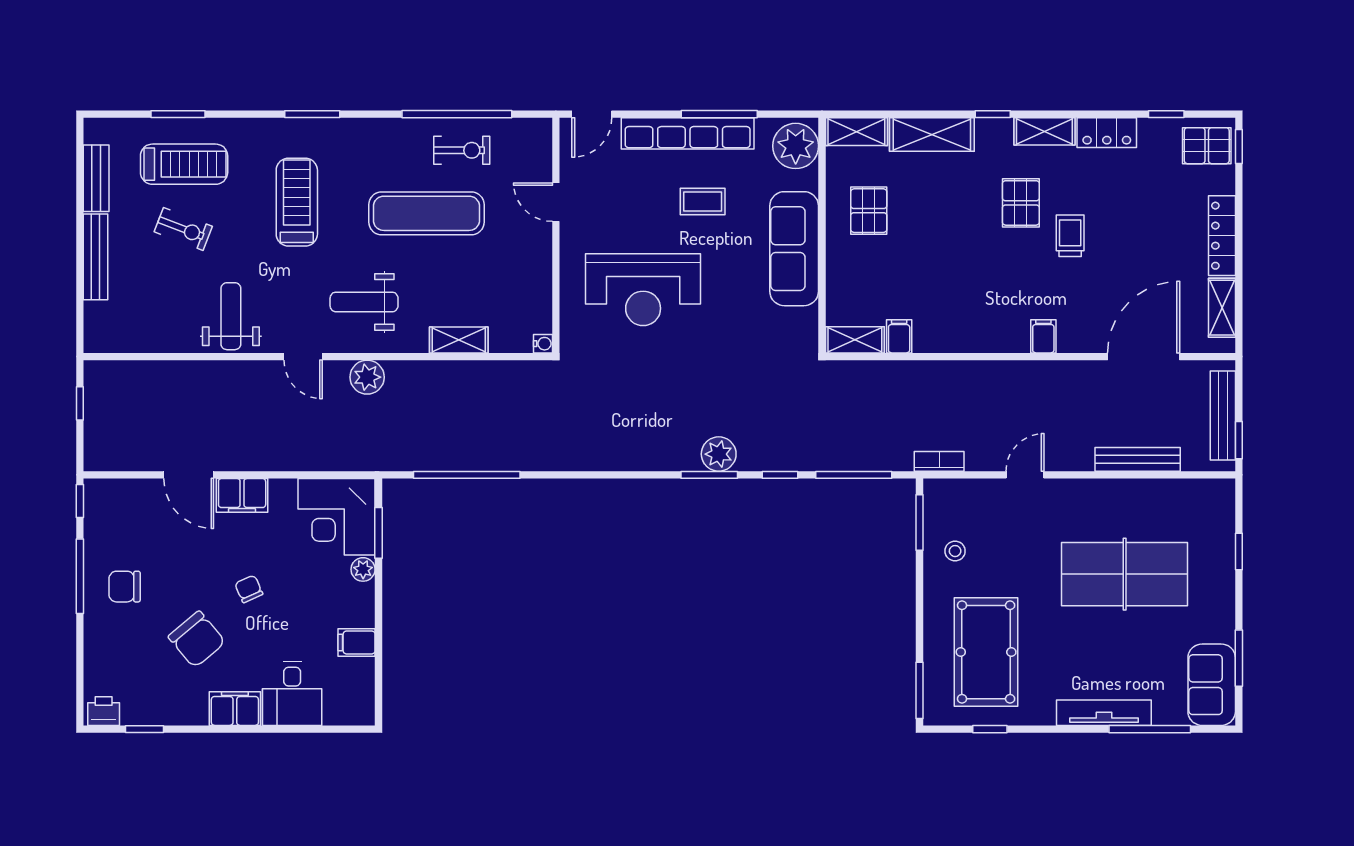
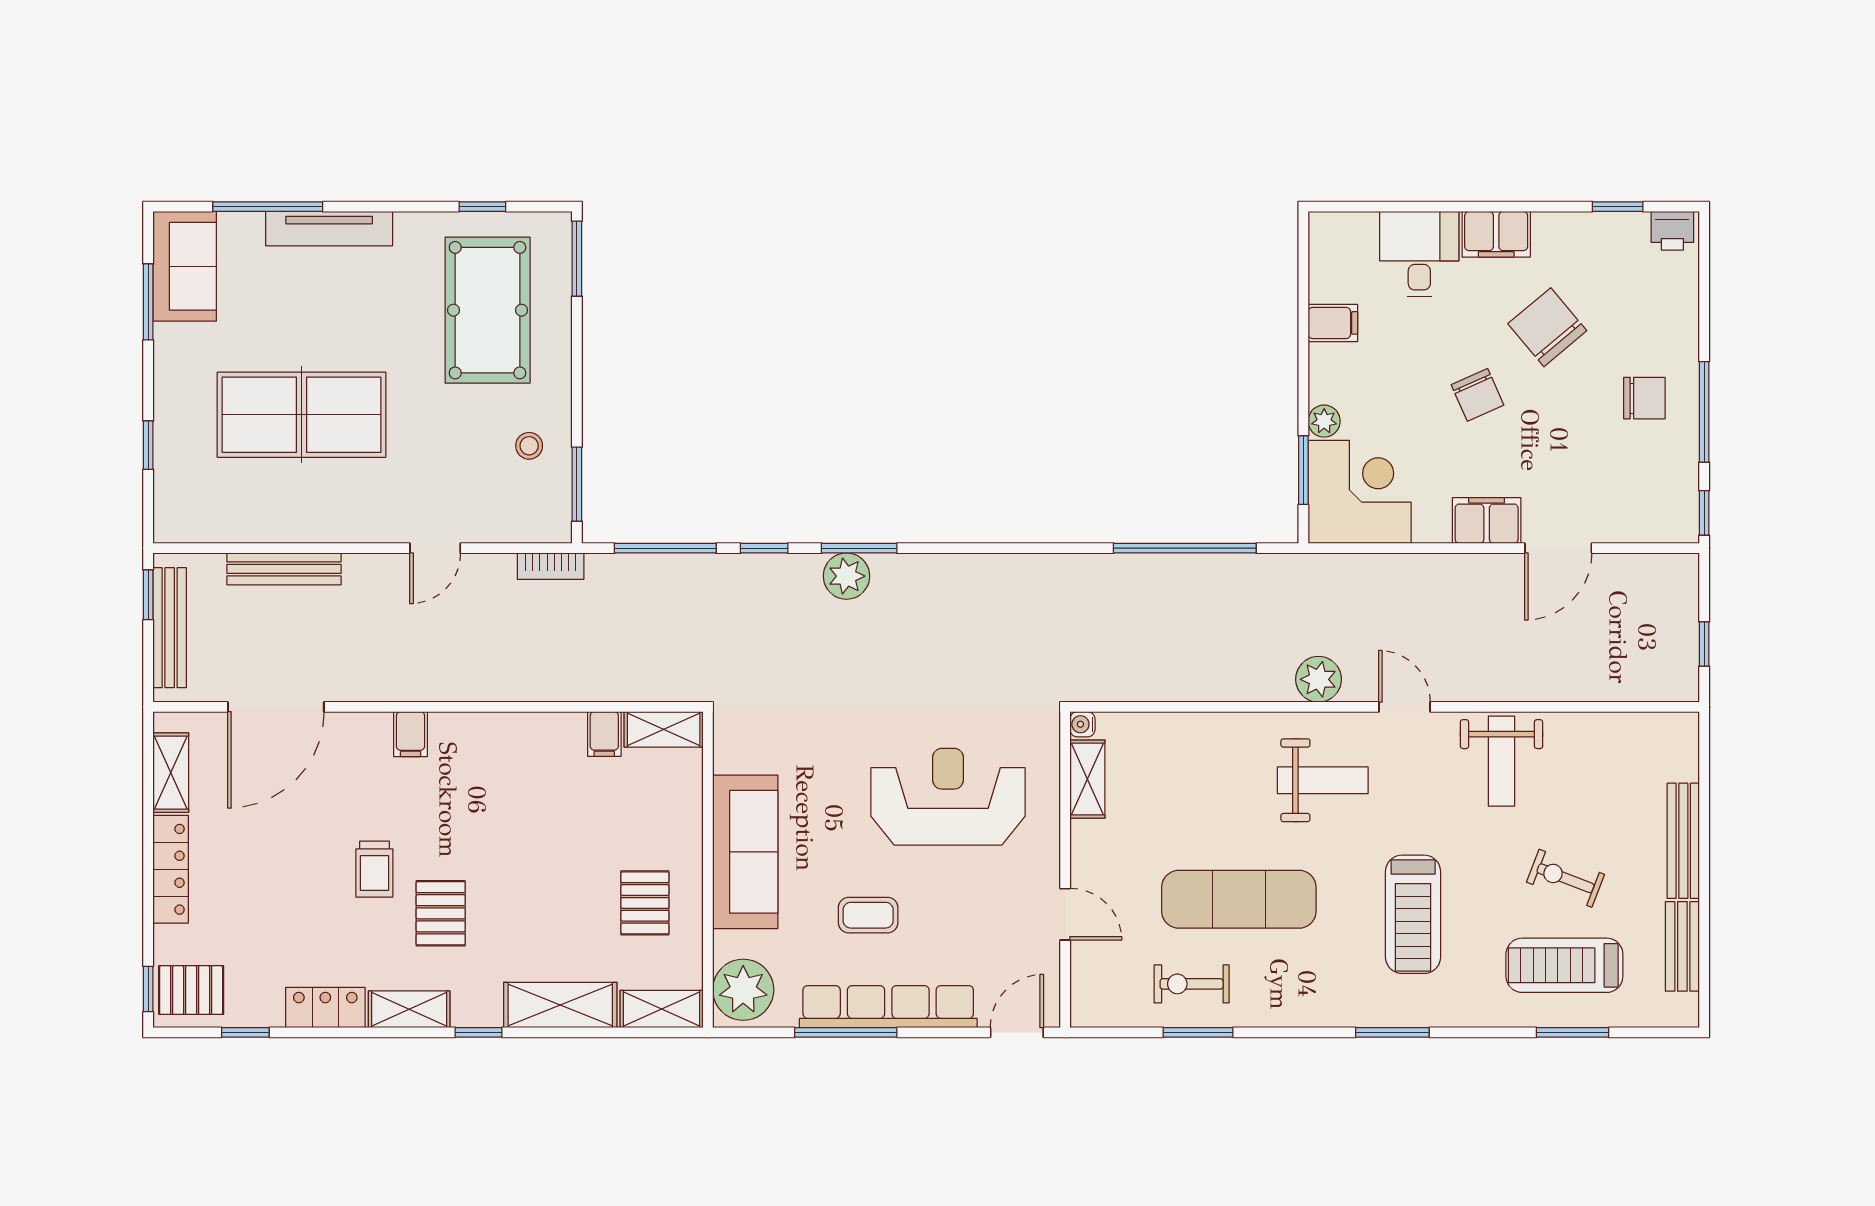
window: (457, 114) -> (1198, 1032), width x0.47
shelving: (459, 340) -> (1087, 779), moved, turned 90
door: (189, 475) -> (1558, 548), swing flipped
chair: (249, 589) -> (1477, 395), width x1.37, depth x1.37

